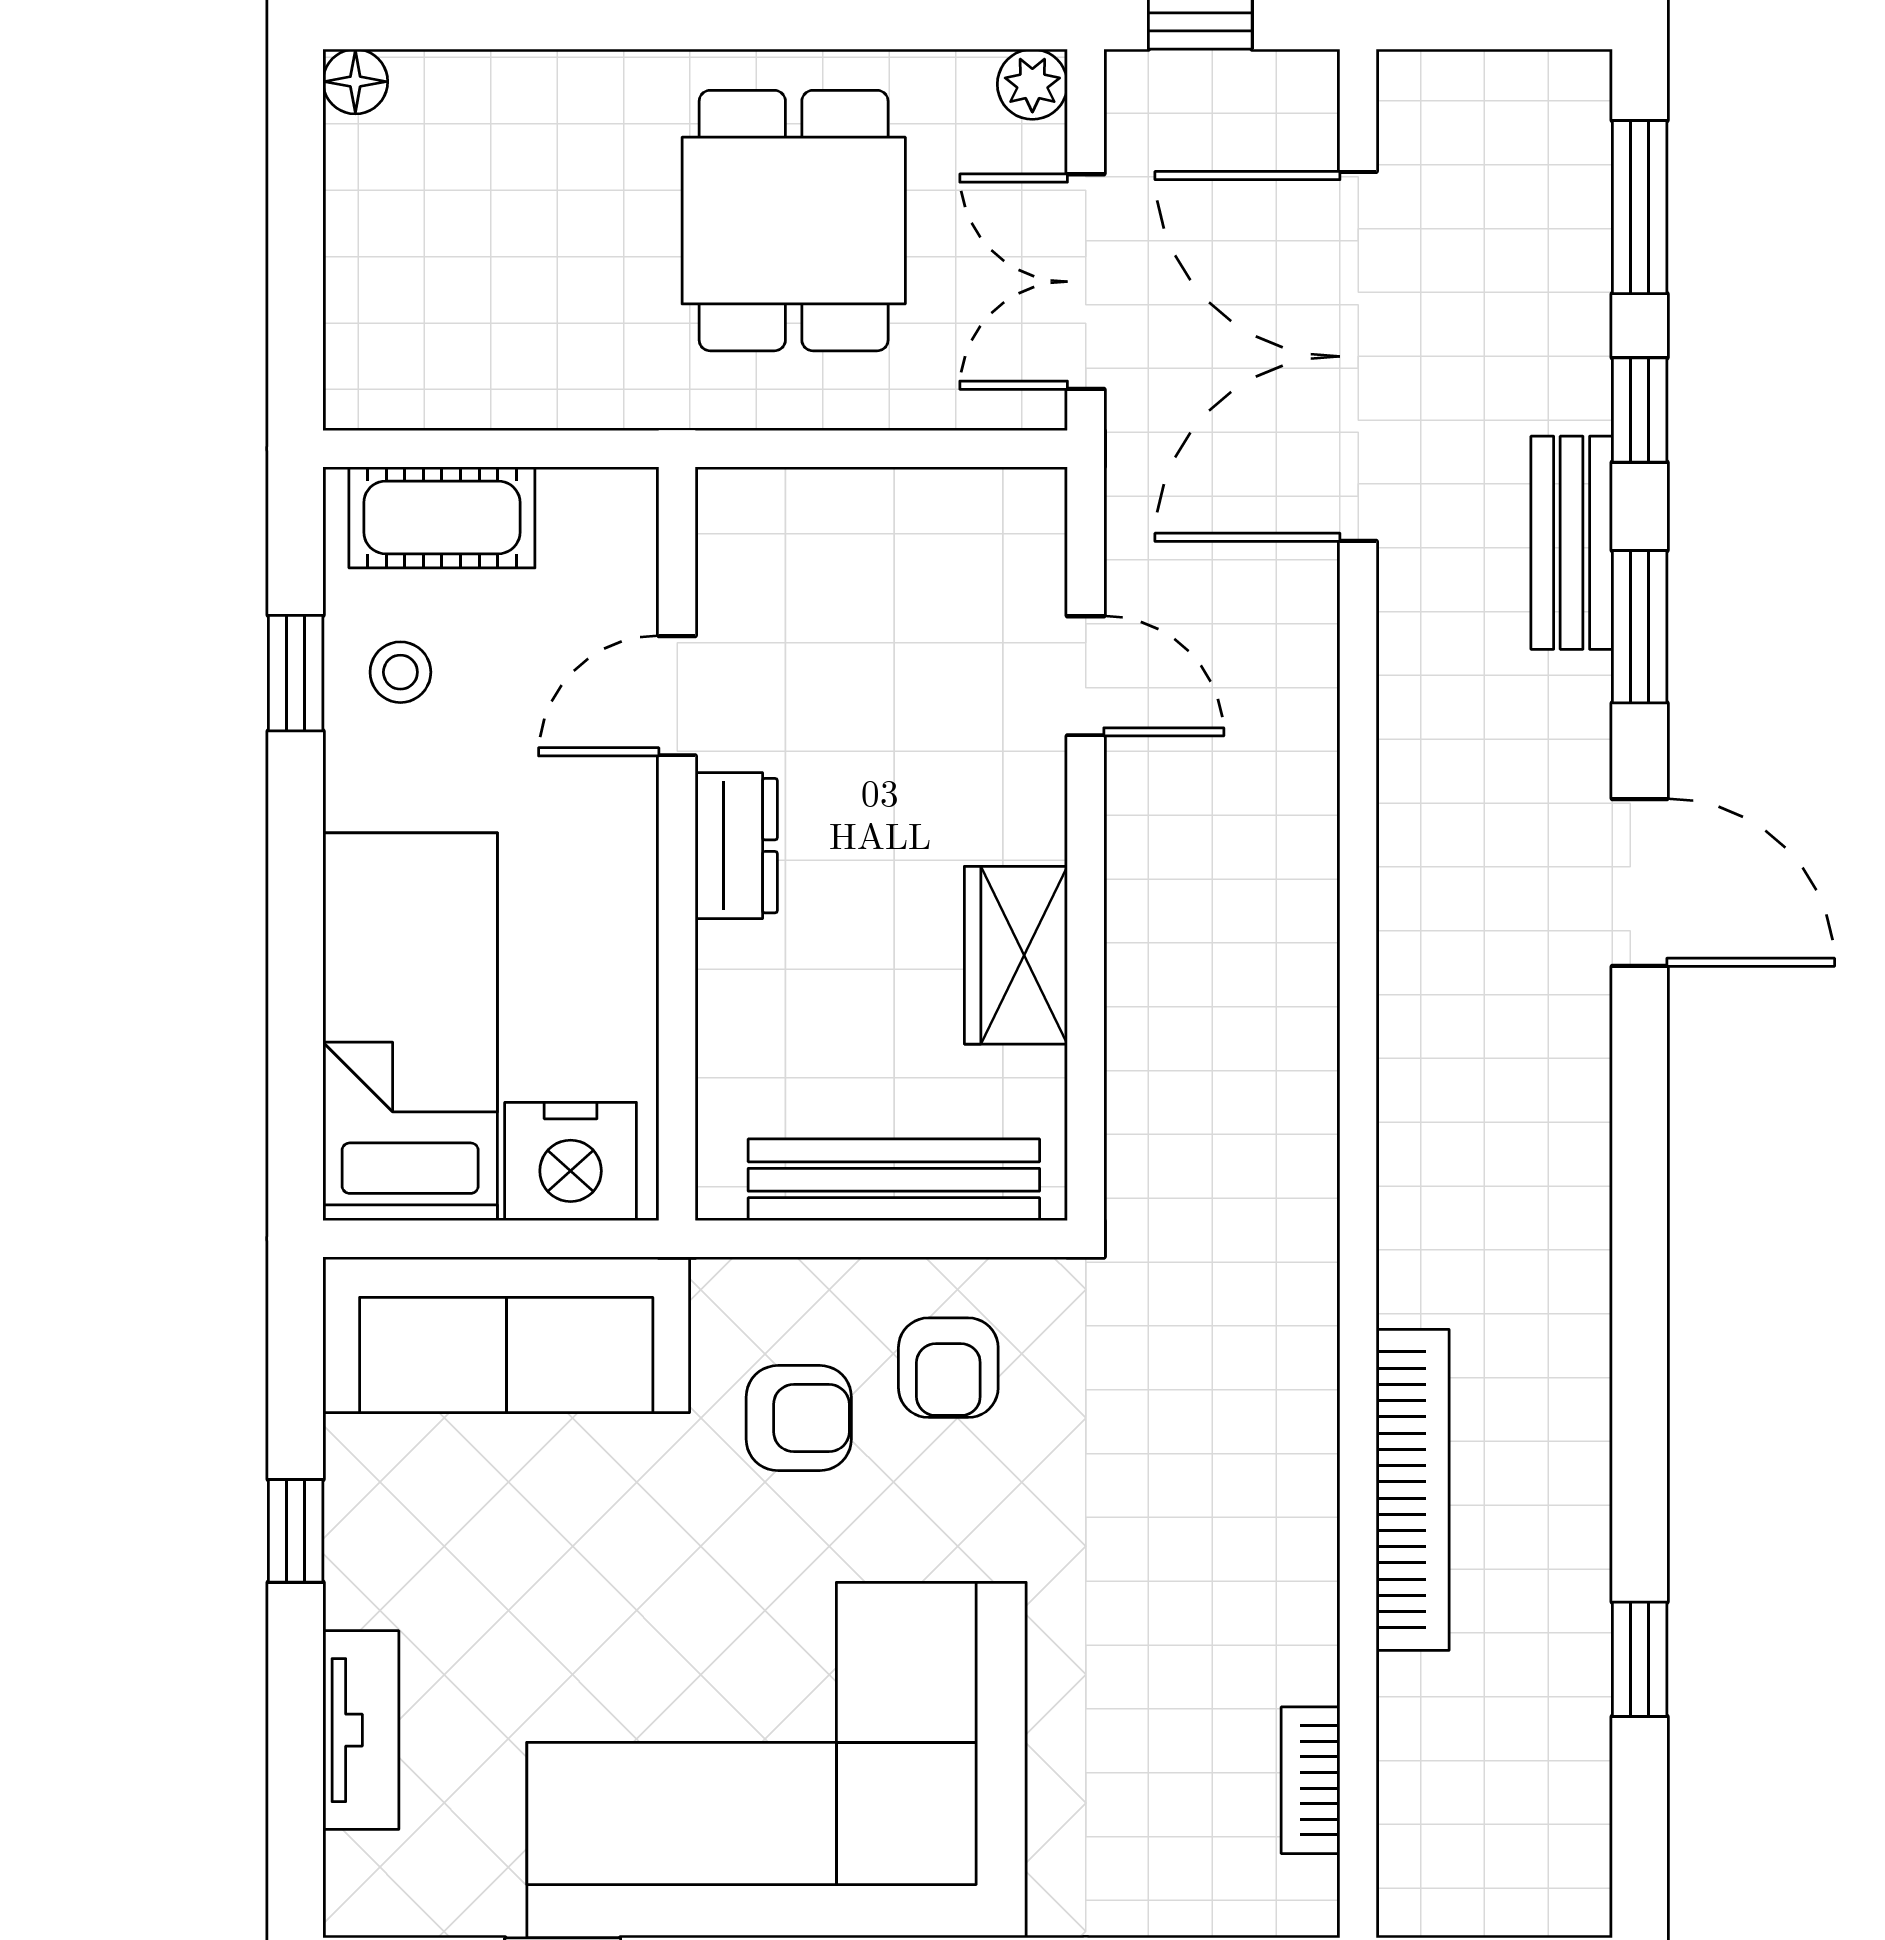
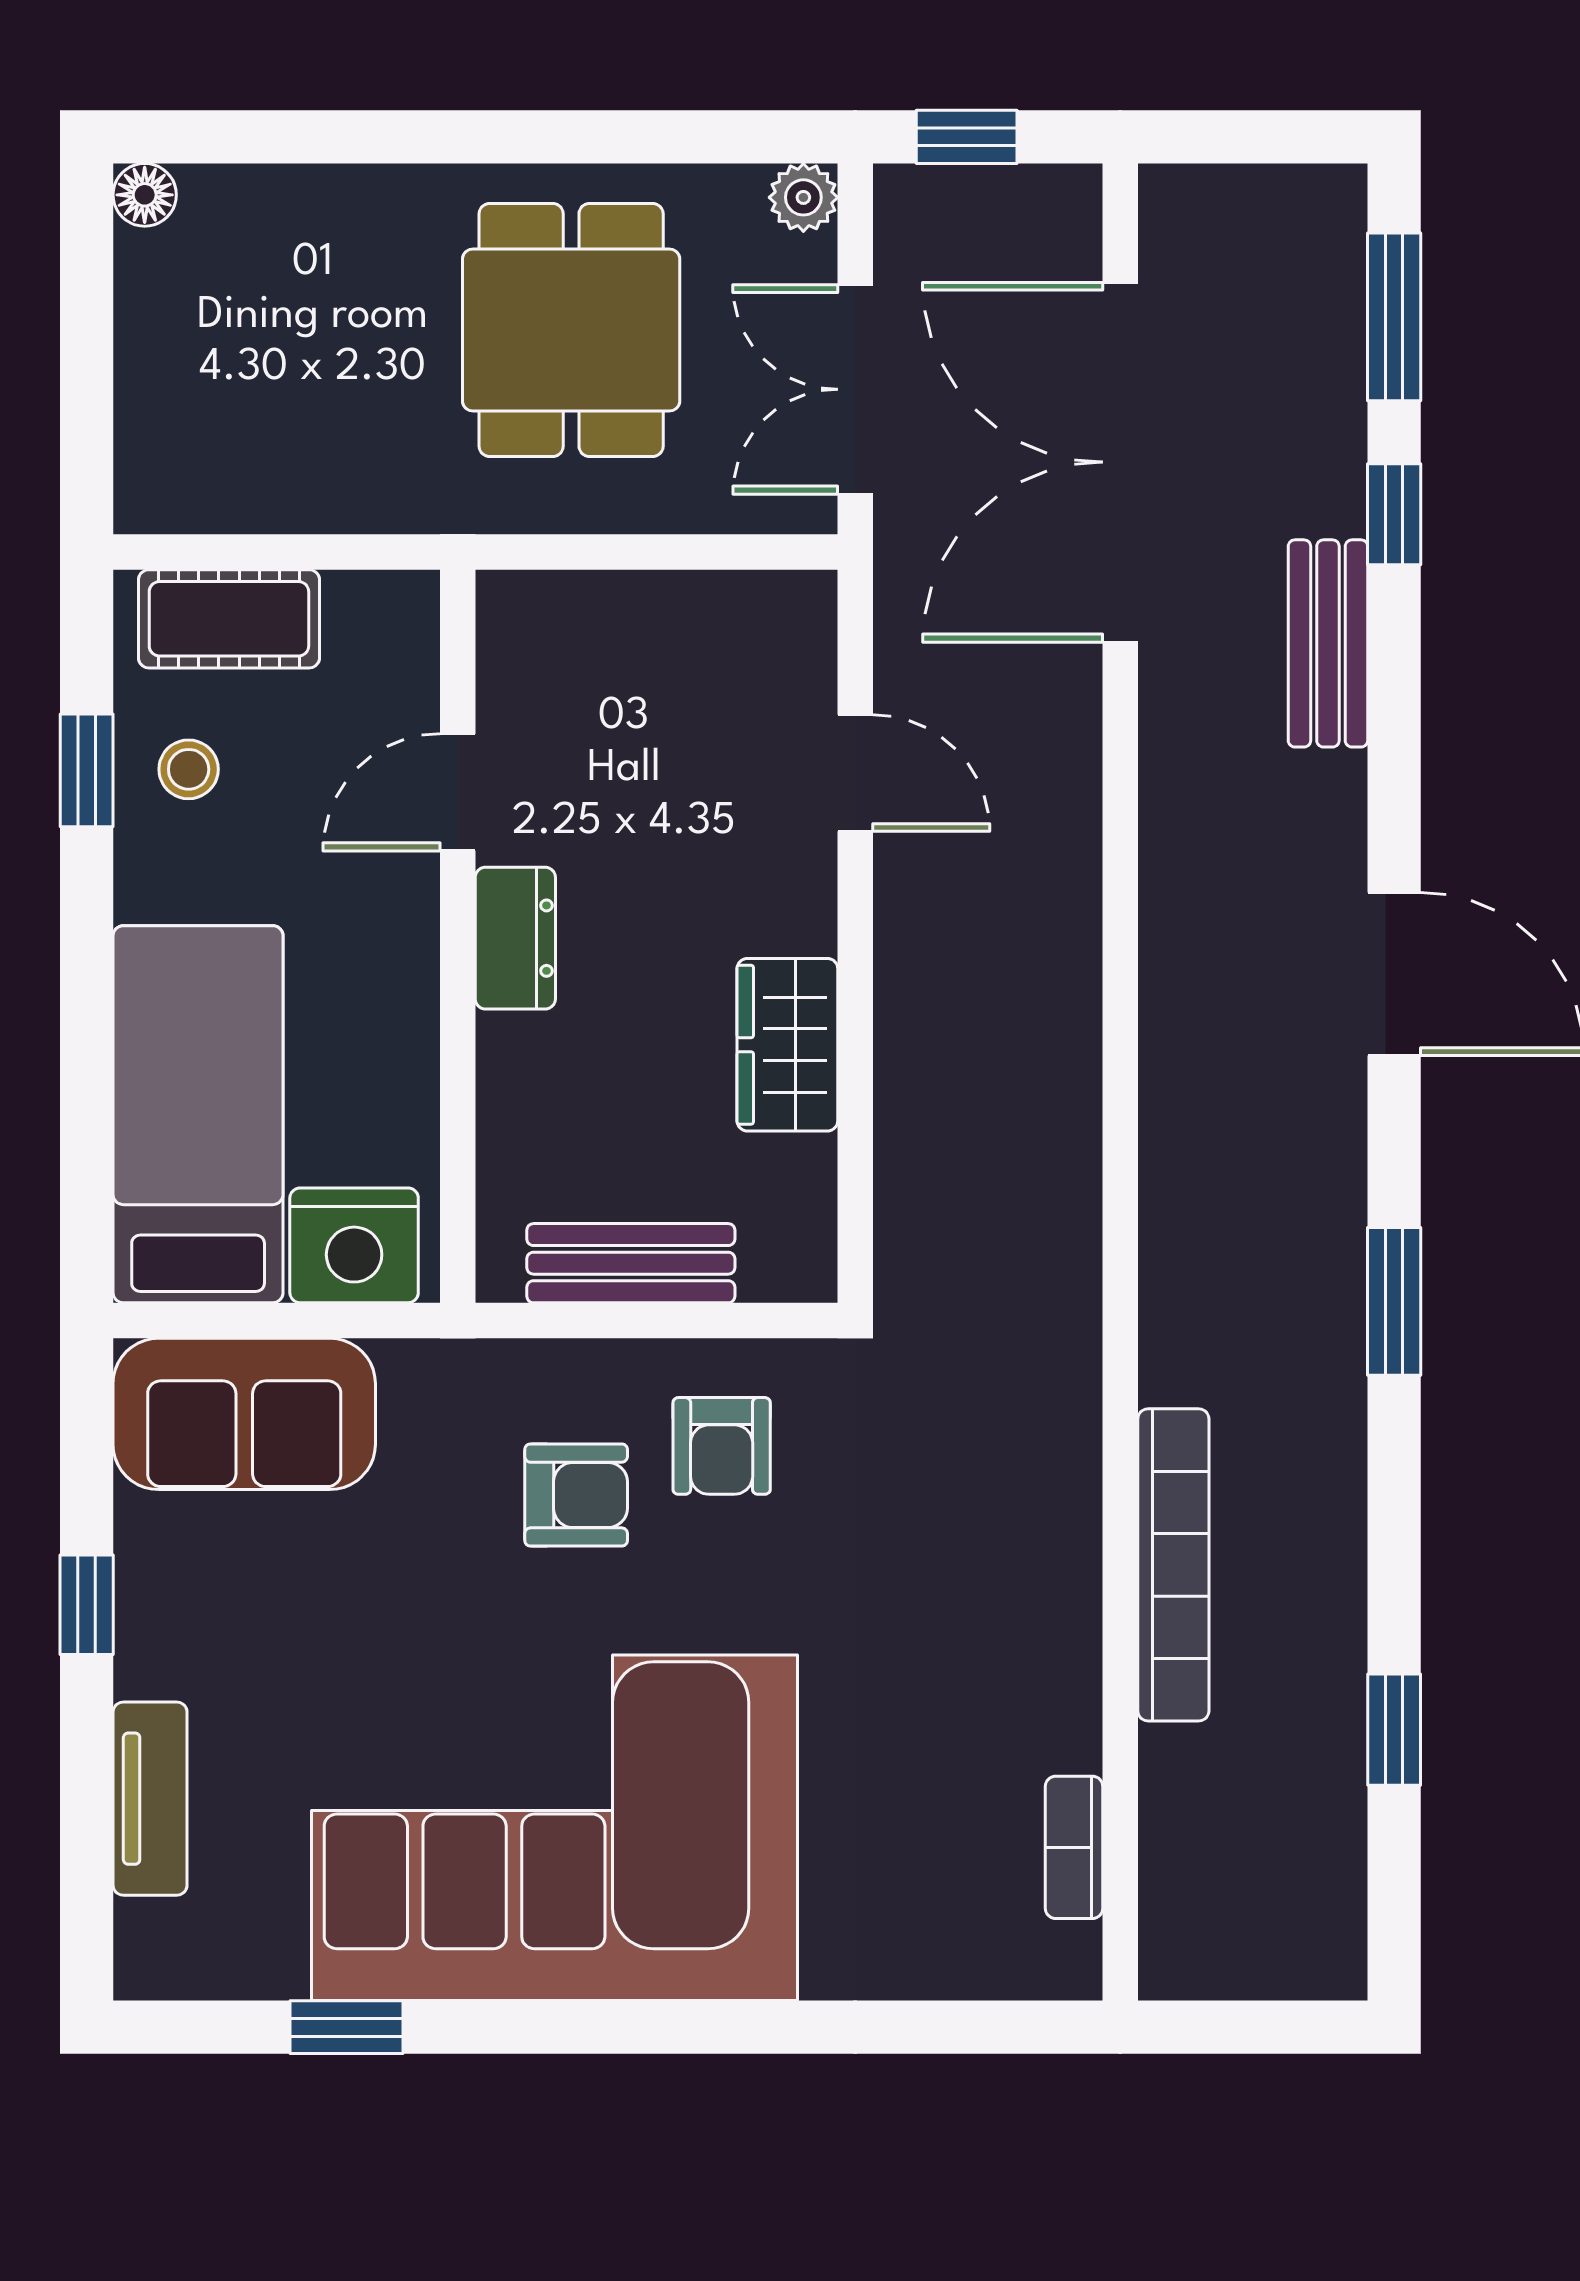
window: (1640, 627) -> (1394, 1301), moved
bench: (894, 1180) -> (631, 1263), width x0.73
sofa: (506, 1335) -> (244, 1414), width x0.73

